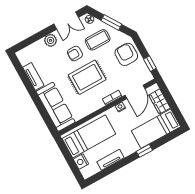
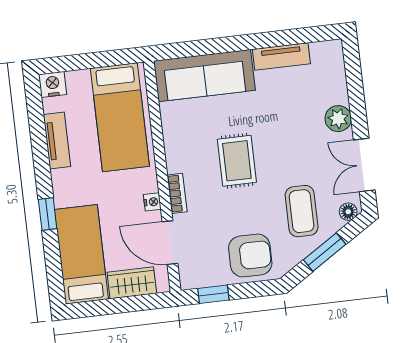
armchair: (75, 54) -> (293, 156), removed
rug: (87, 77) -> (237, 161), width x0.73, depth x0.70
nightstand: (81, 161) -> (53, 84), moved

